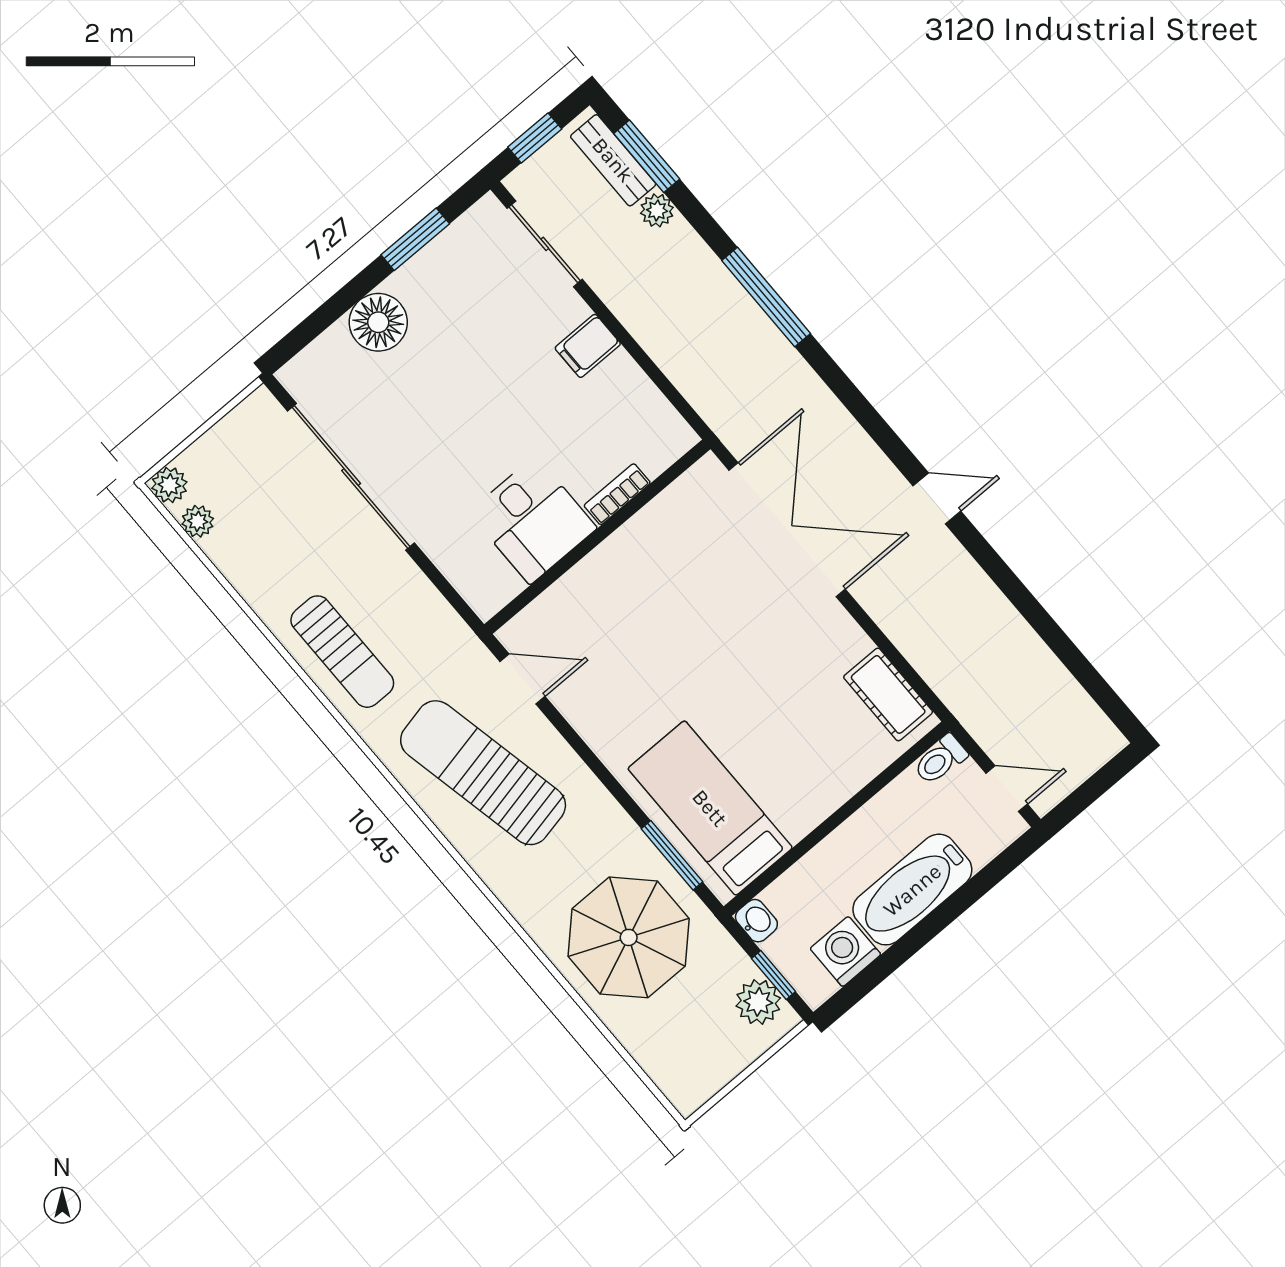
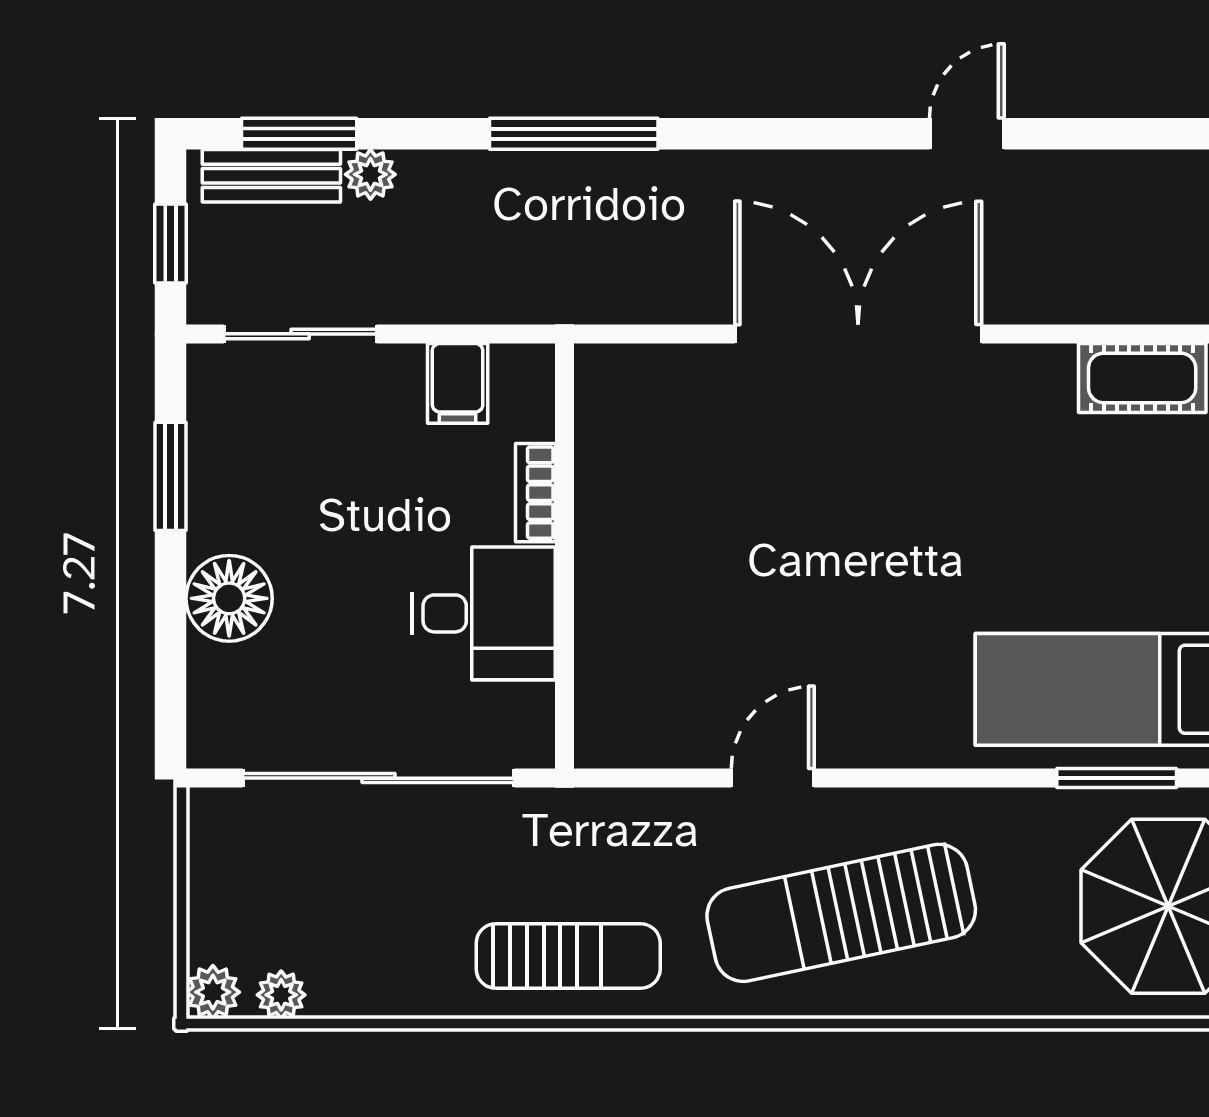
bookcase: (617, 494) -> (535, 493), moved
desk: (533, 520) -> (483, 613), moved
wall: (597, 537) -> (564, 556), moved

